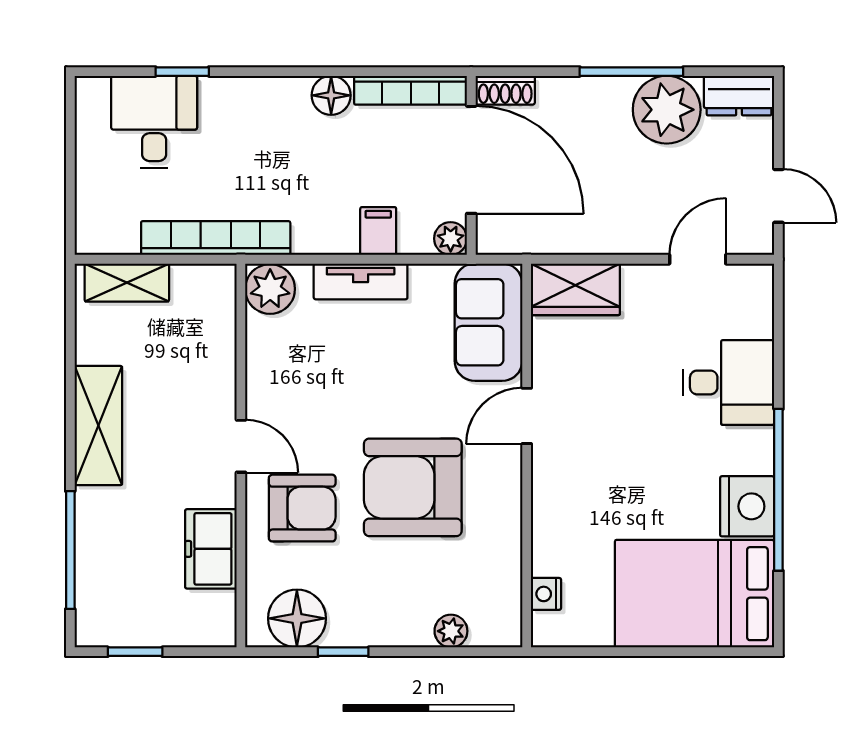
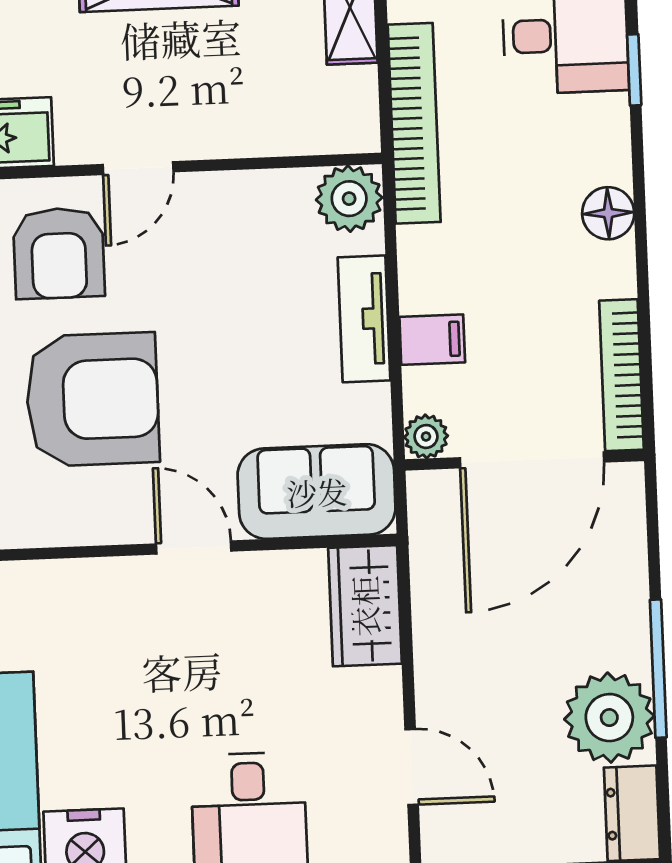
shoe rack: (505, 90) -> (627, 501), removed
floor lamp: (331, 95) -> (608, 213), moved
armchair: (413, 487) -> (92, 399), turned 90

